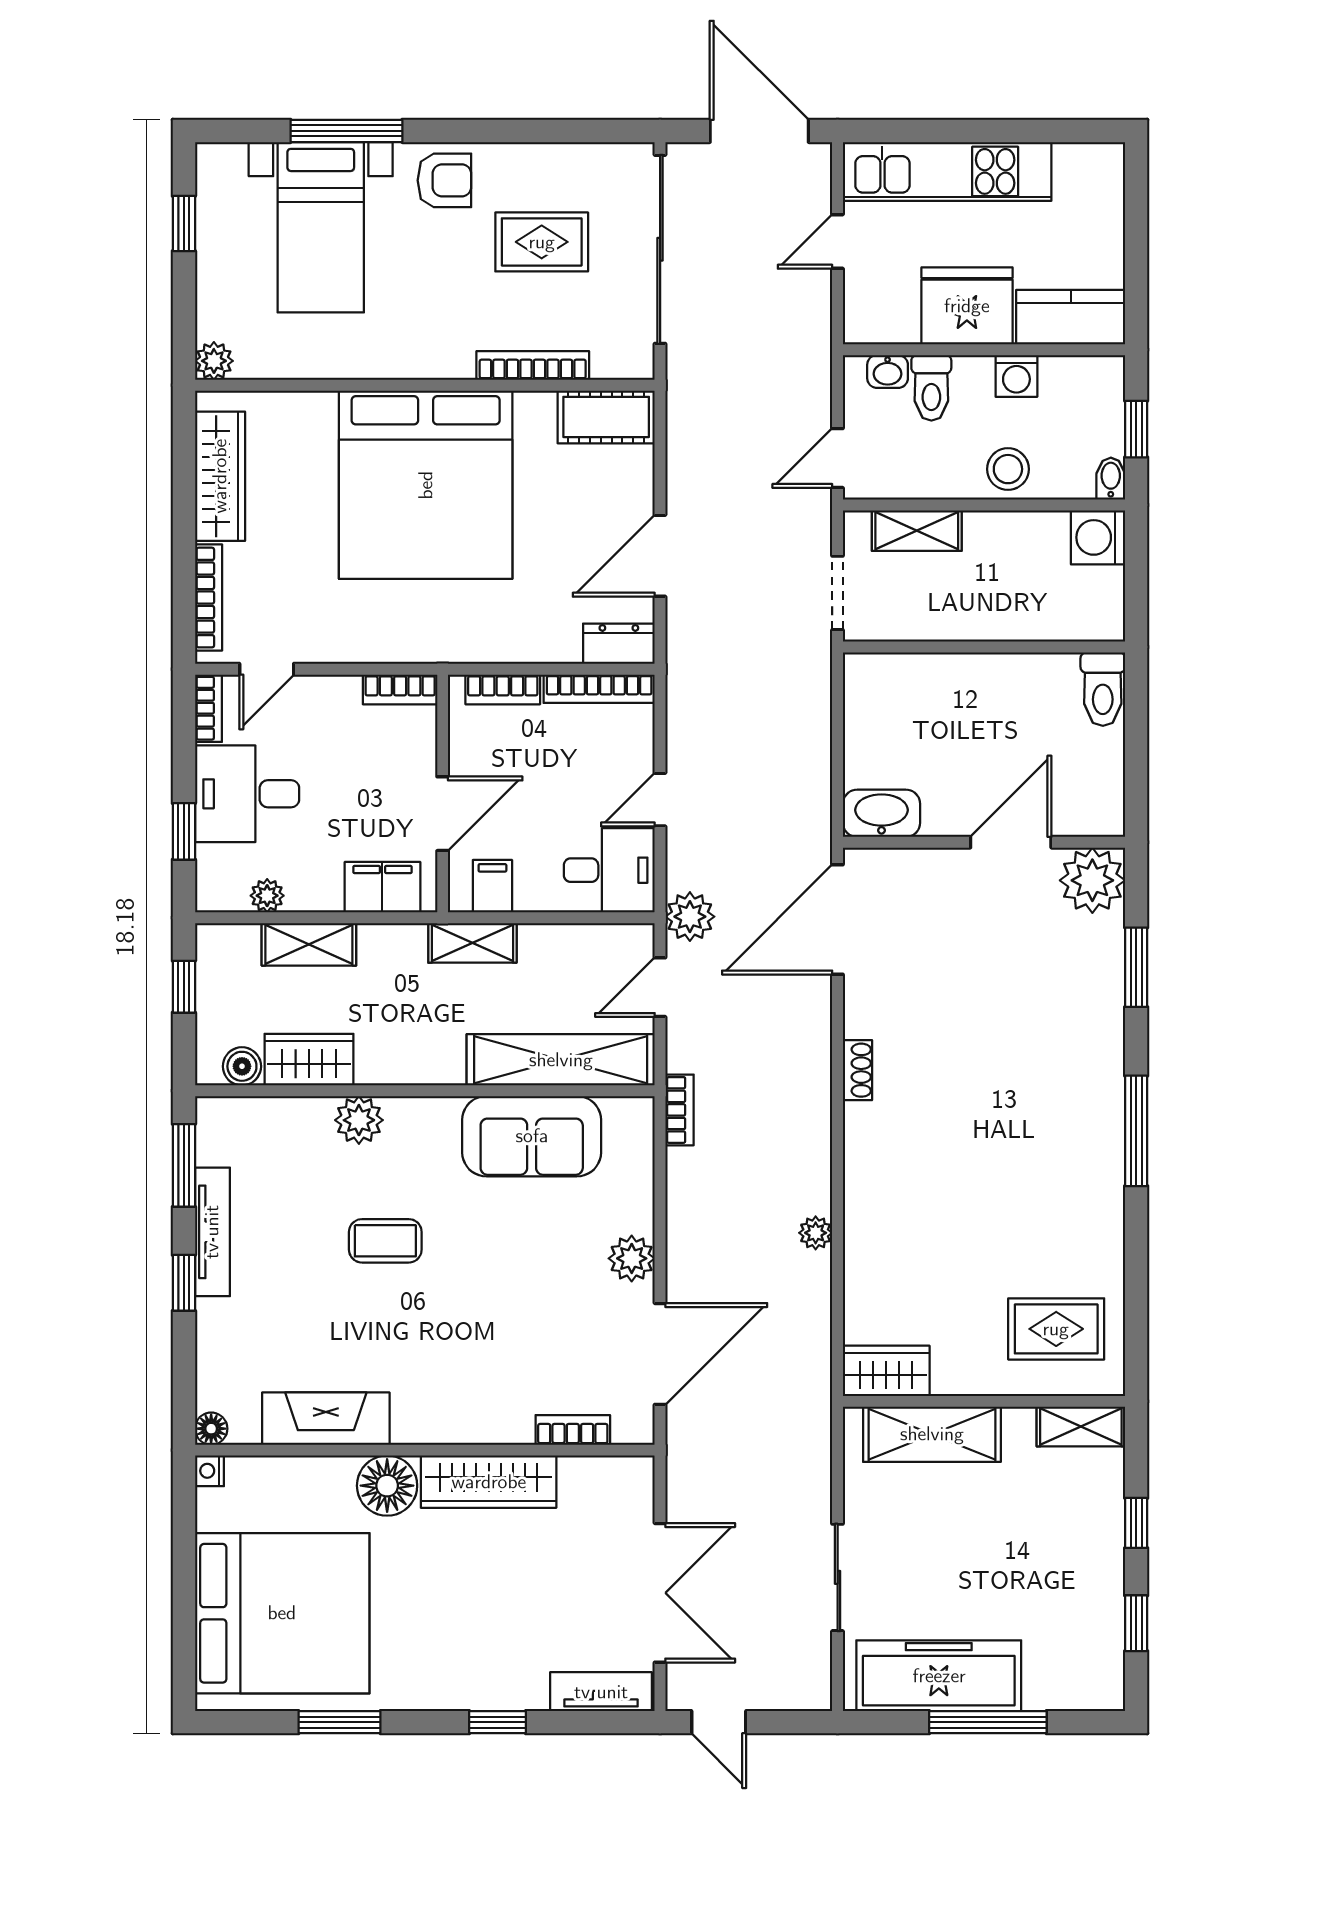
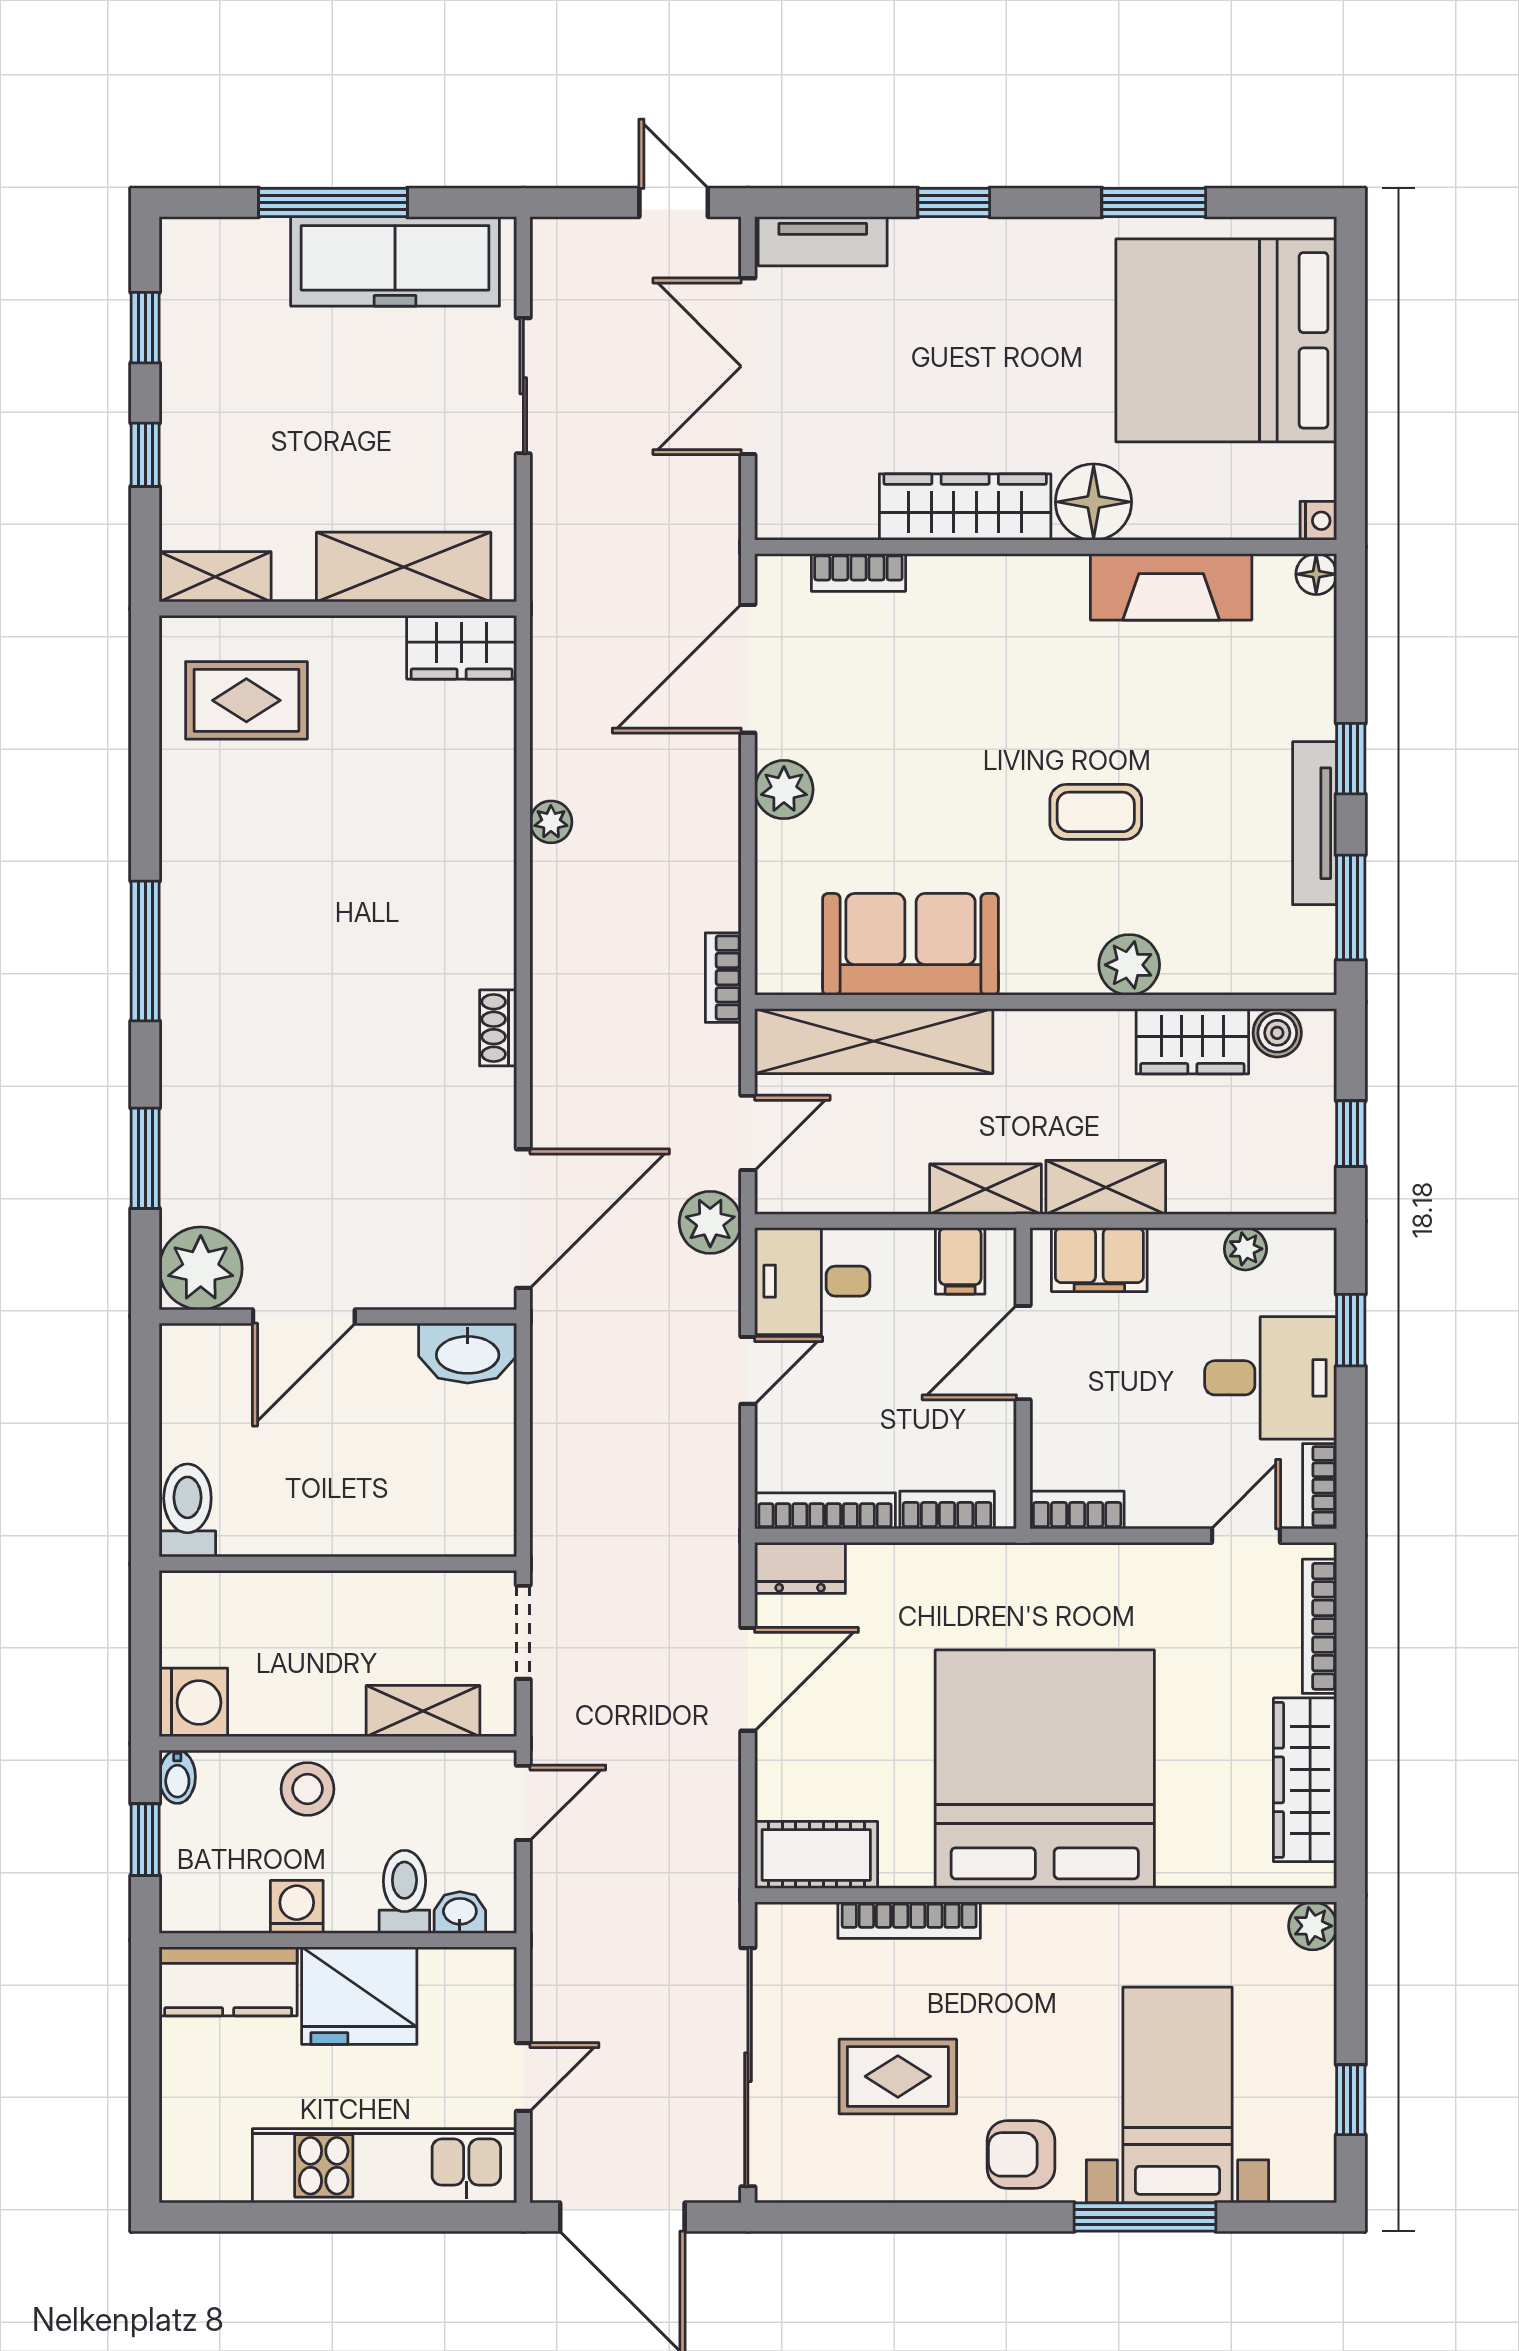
shelving: (309, 944) -> (1106, 1187), moved

